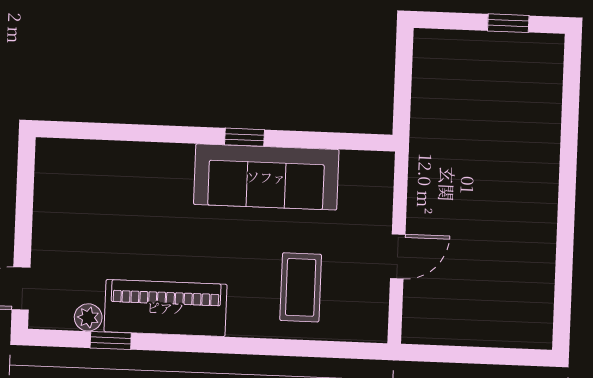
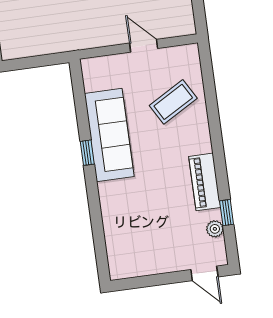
coffee table: (301, 287) -> (173, 102), turned -30
piano: (166, 308) -> (205, 182), width x0.73, depth x0.75

